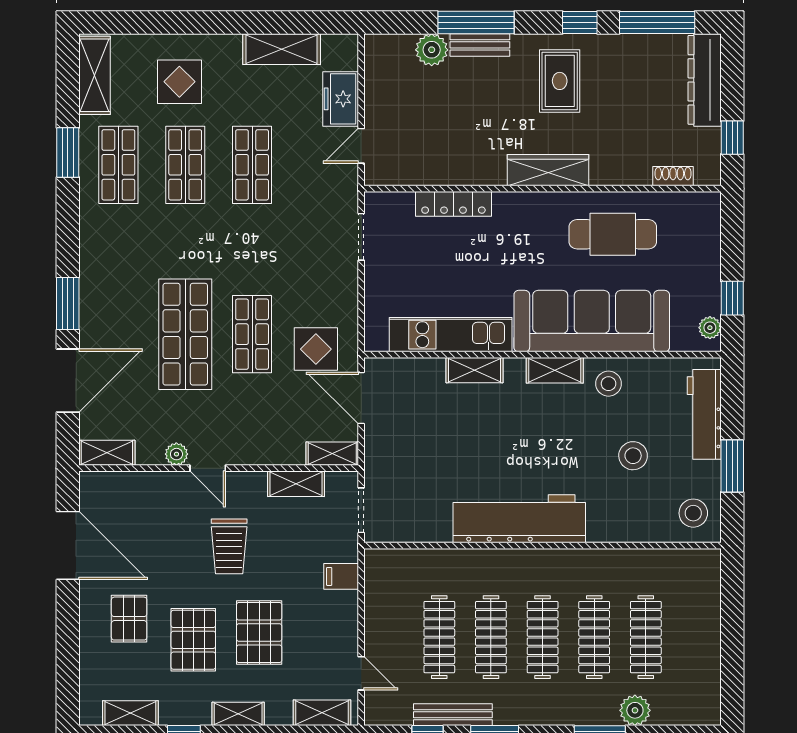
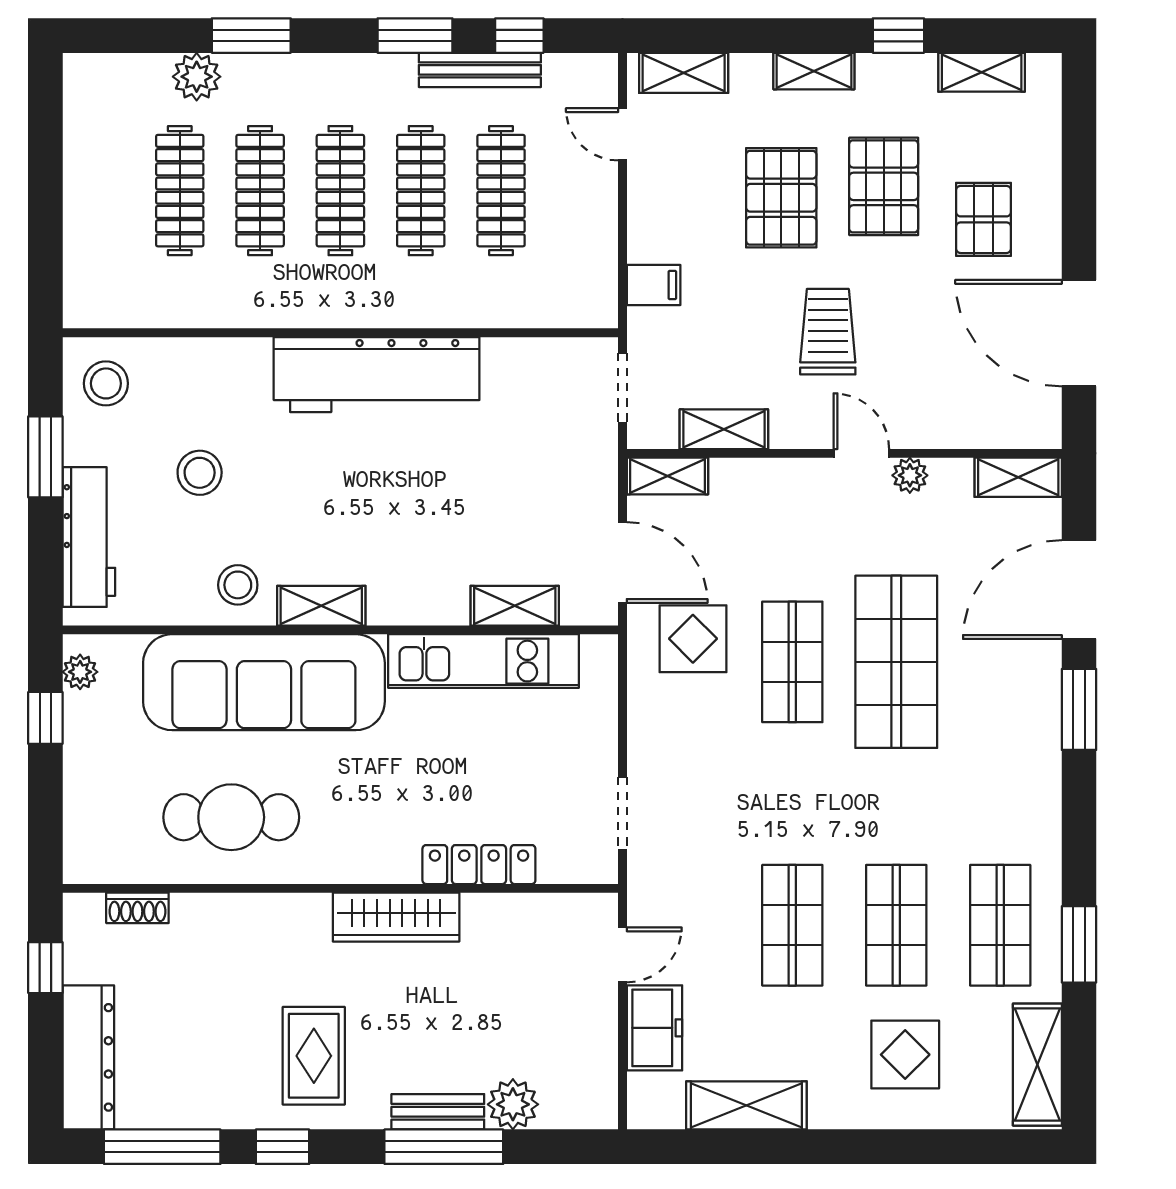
wardrobe: (548, 170) -> (396, 917), moved
shelving: (474, 370) -> (515, 606), moved

